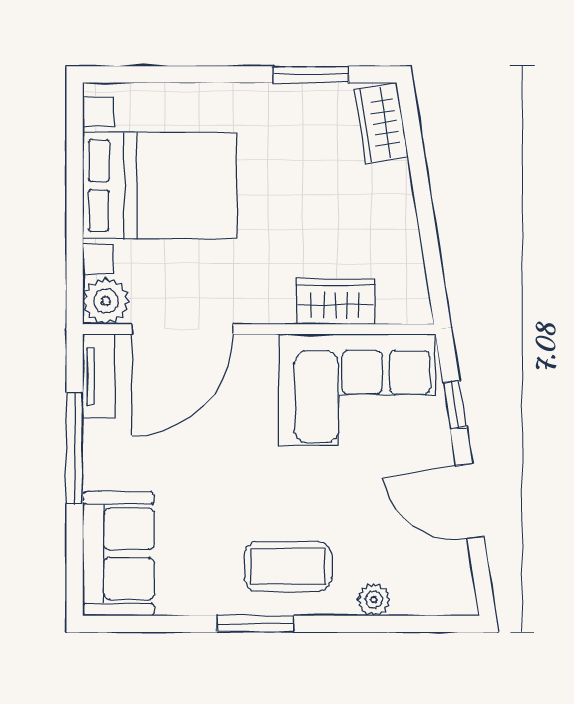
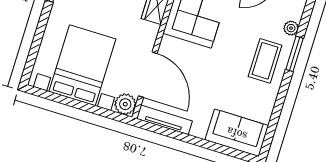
tv unit: (99, 376) -> (164, 120), width x1.41
window: (75, 448) -> (185, 138), removed
window: (255, 624) -> (295, 54), moved

